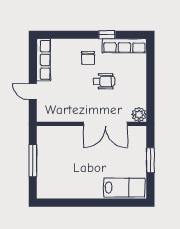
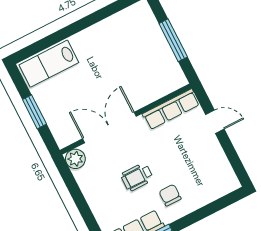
row of seats: (44, 60) -> (171, 109), moved, turned -90

